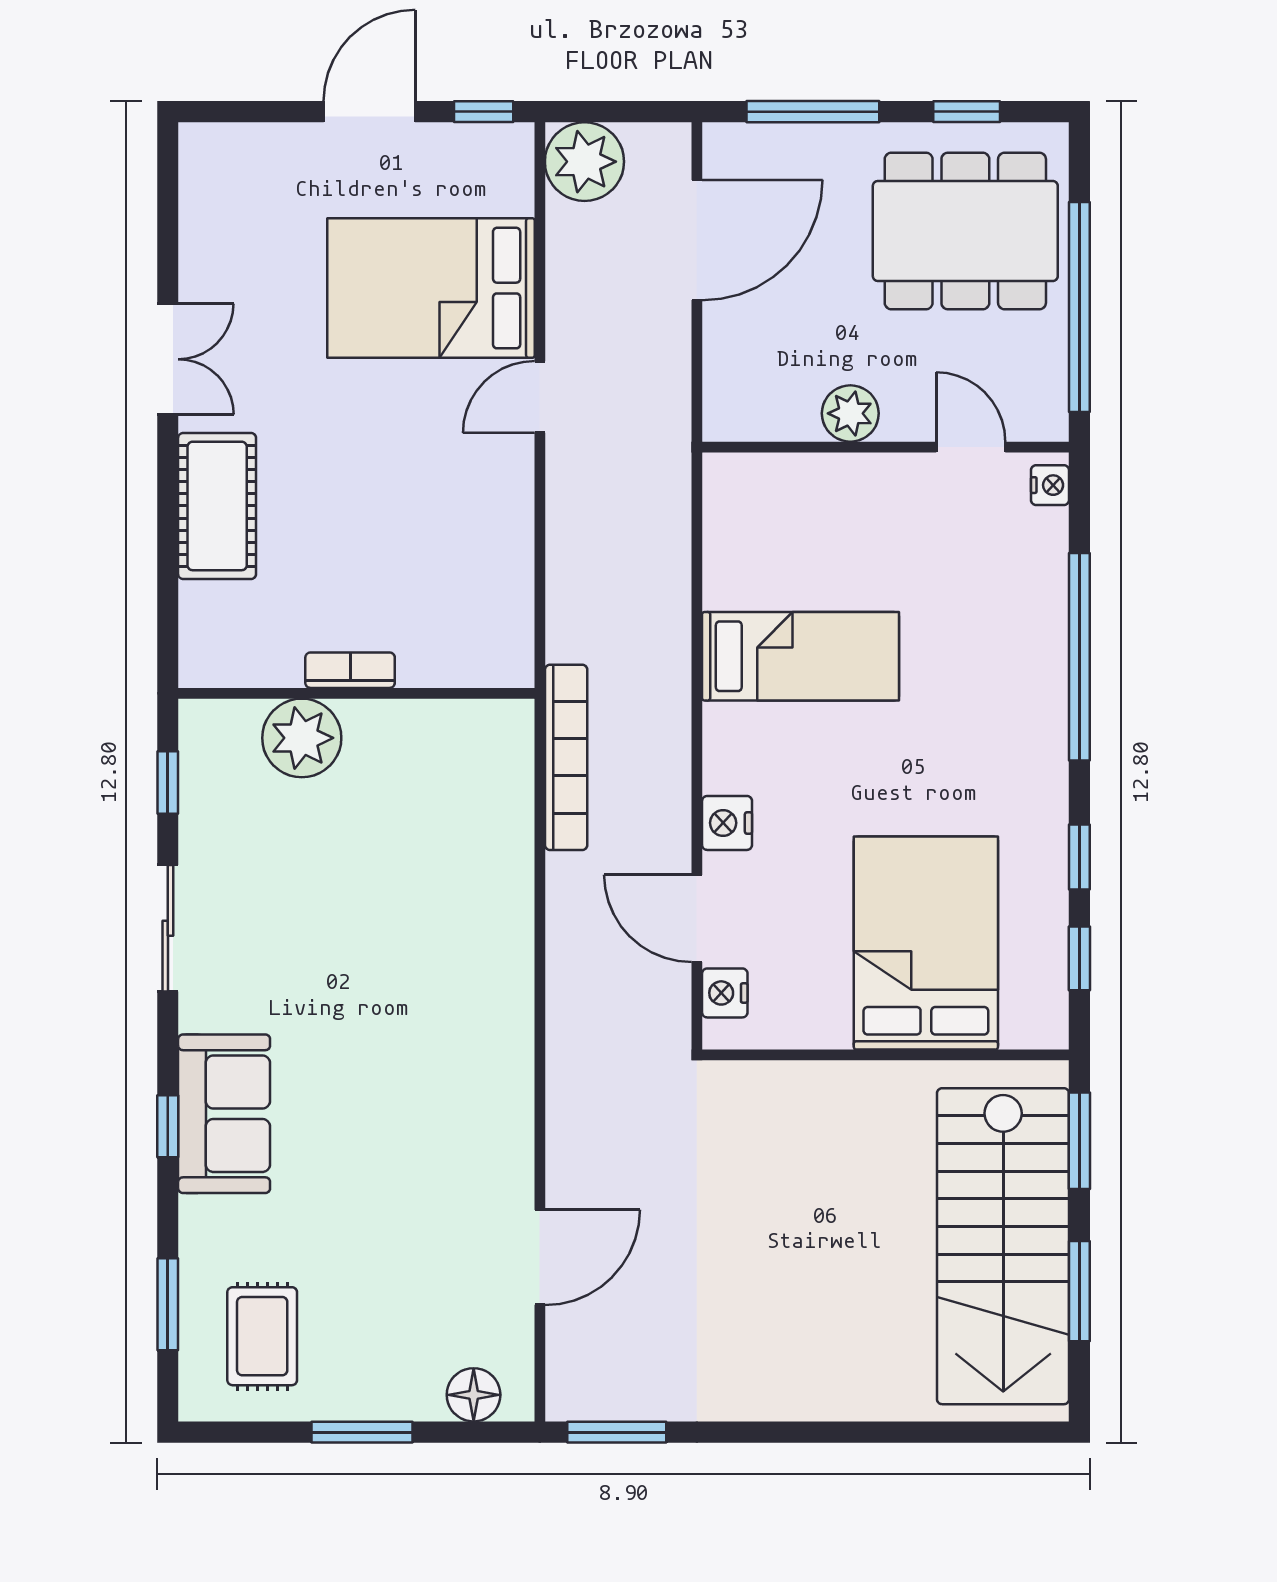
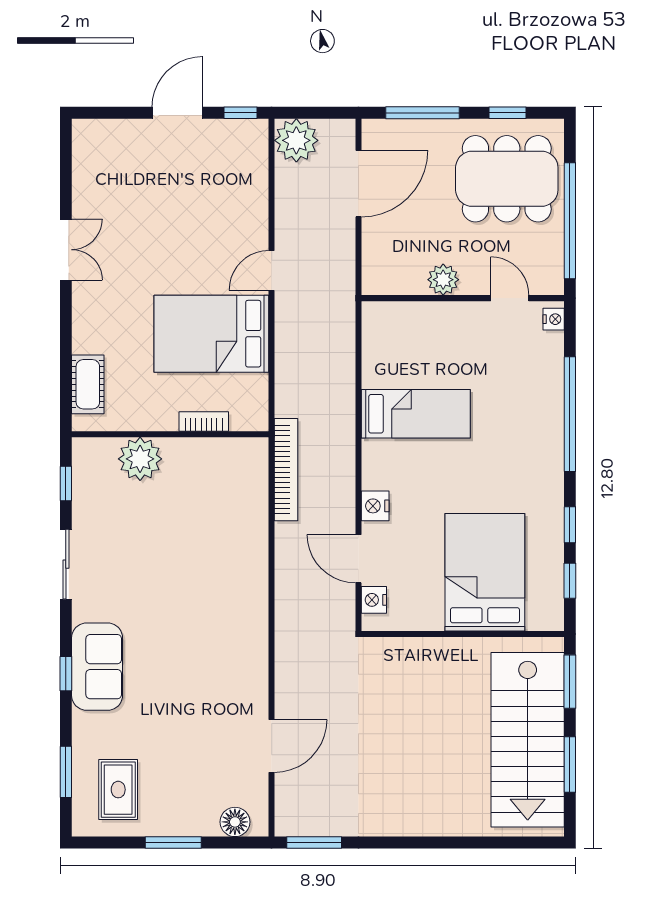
bed: (431, 288) -> (211, 334), moved
cot: (217, 506) -> (88, 384), moved, width x0.73, depth x0.75
bookcase: (350, 670) -> (204, 421), moved

